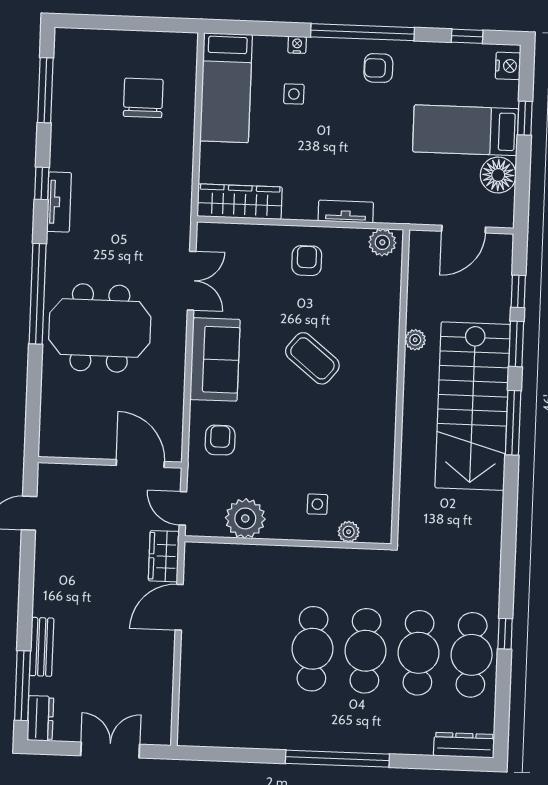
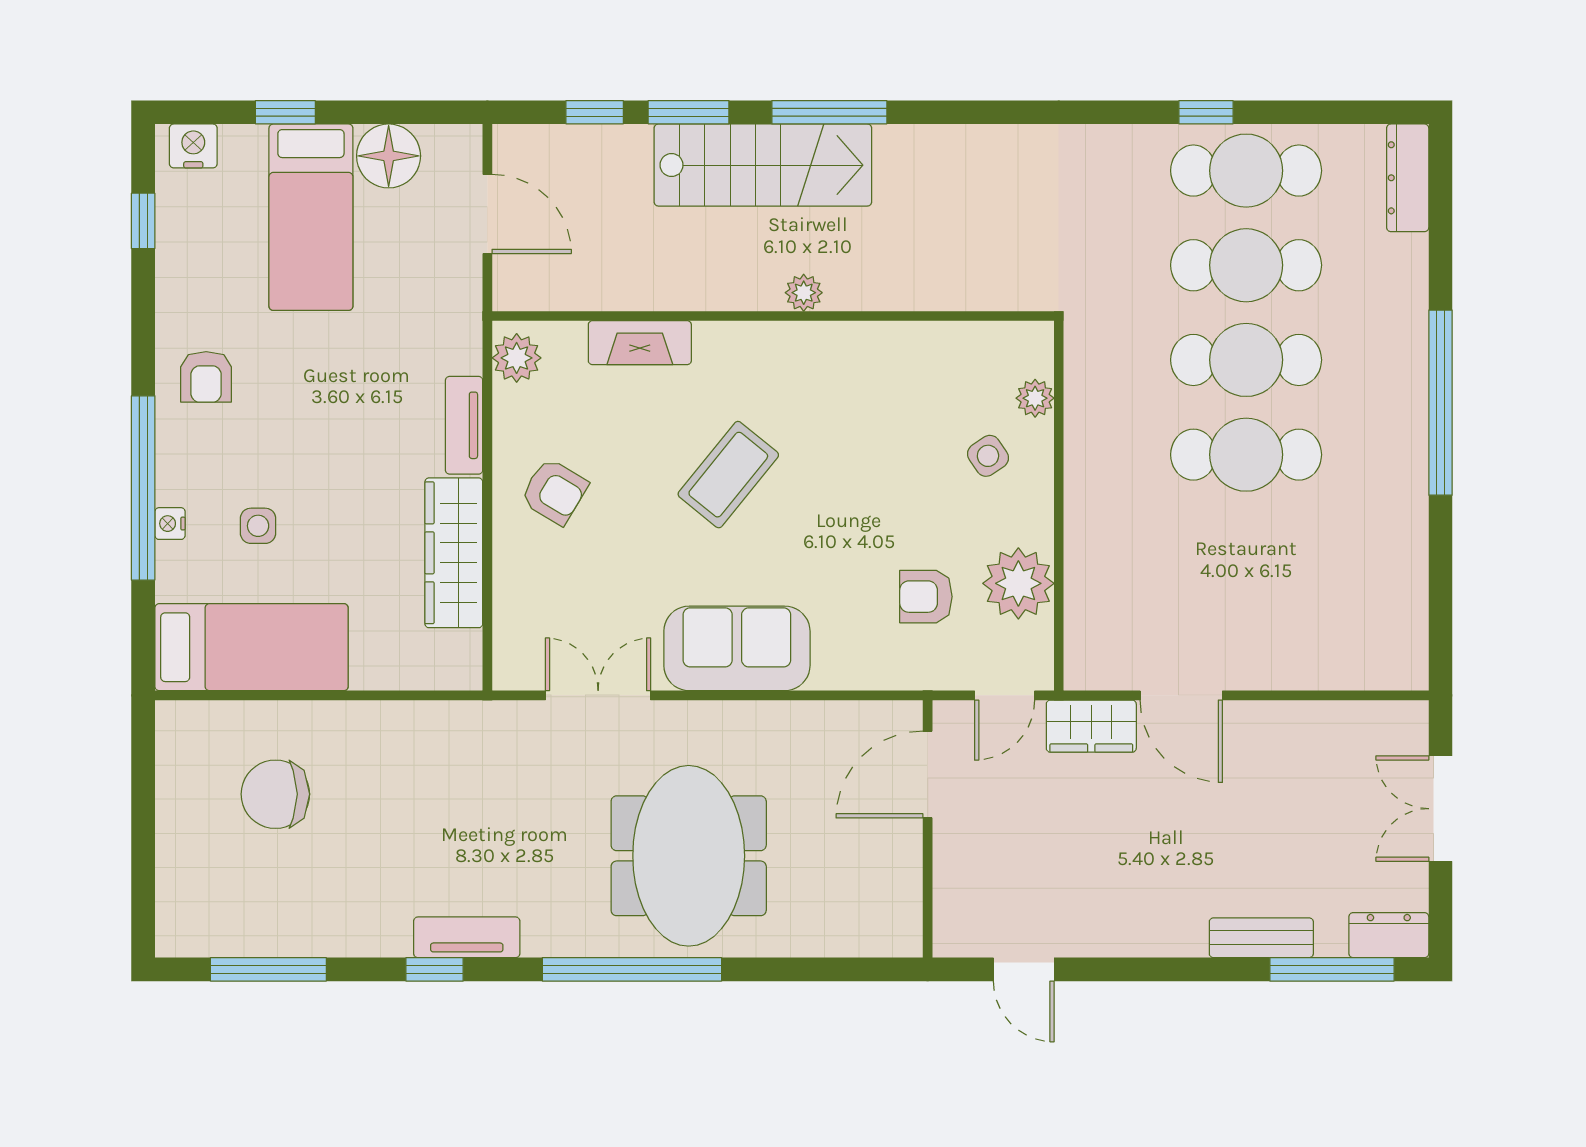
window: (363, 32) -> (143, 488), moved
wardrobe: (240, 202) -> (454, 553), moved
armchair: (307, 261) -> (554, 491), turned -149
fireplace: (388, 312) -> (640, 343), added
plant: (415, 340) -> (804, 293), moved
stairs: (473, 406) -> (763, 165), width x0.73, depth x0.66
armchair: (220, 440) -> (926, 597), moved
side table: (317, 504) -> (988, 456), turned -34

